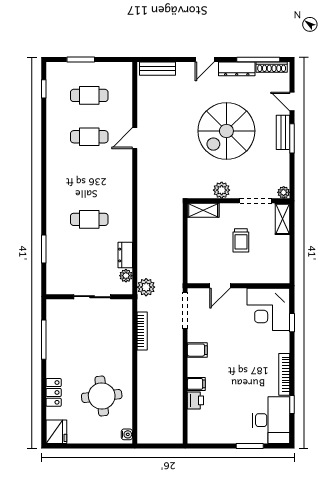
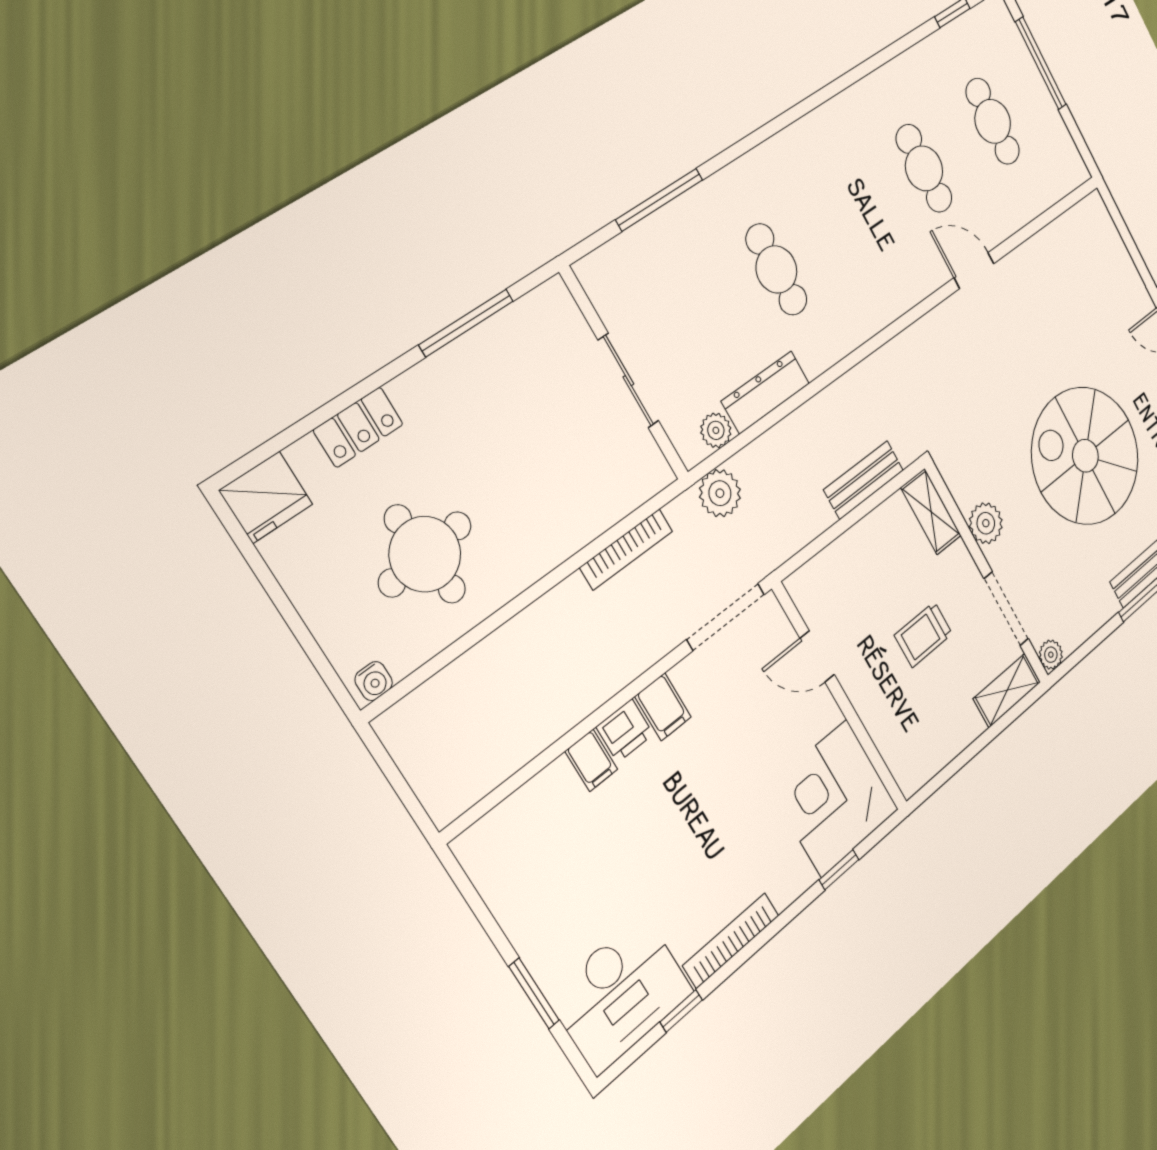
window: (81, 59) -> (1041, 63), width x1.44
bench: (157, 69) -> (864, 480), moved, turned 90
window: (44, 249) -> (659, 200), width x1.44
dresser: (125, 255) -> (766, 392), width x1.44
printer: (195, 400) -> (625, 731), moved

